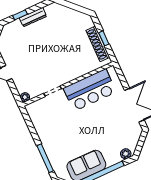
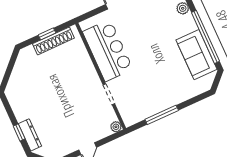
dresser: (33, 17) -> (30, 135), moved
window: (45, 158) -> (162, 115), moved

